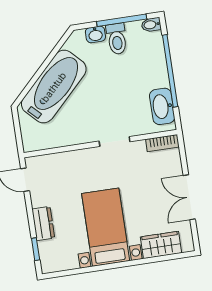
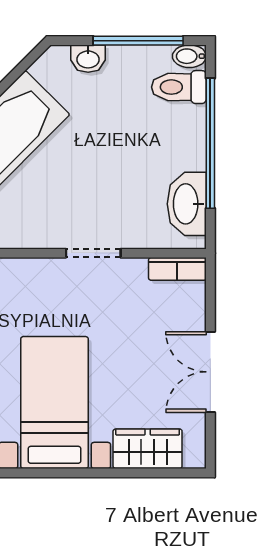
toilet: (117, 39) -> (179, 87), moved, turned 90

